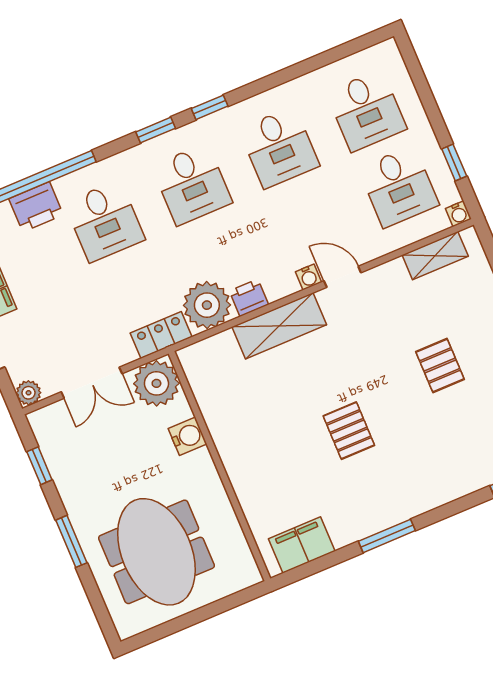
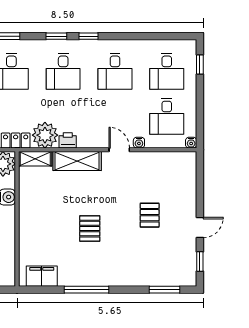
window: (454, 162) -> (200, 65), moved
shelving: (435, 256) -> (35, 159), moved
water cooler: (309, 277) -> (139, 143), moved
window: (387, 536) -> (87, 290), width x1.44

